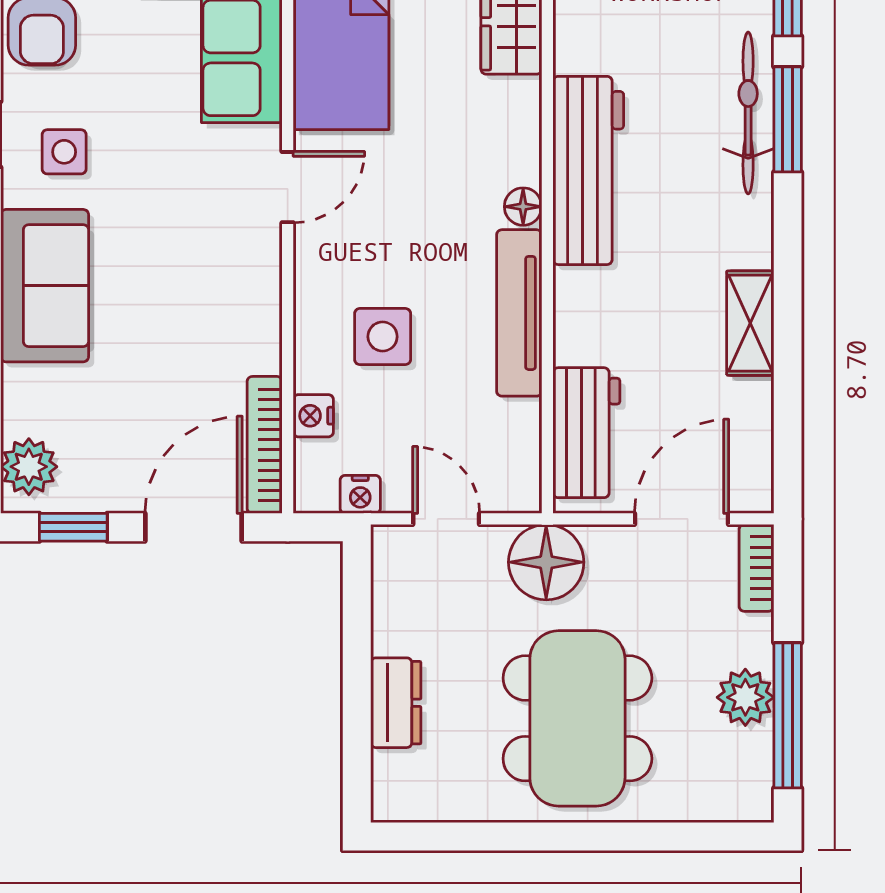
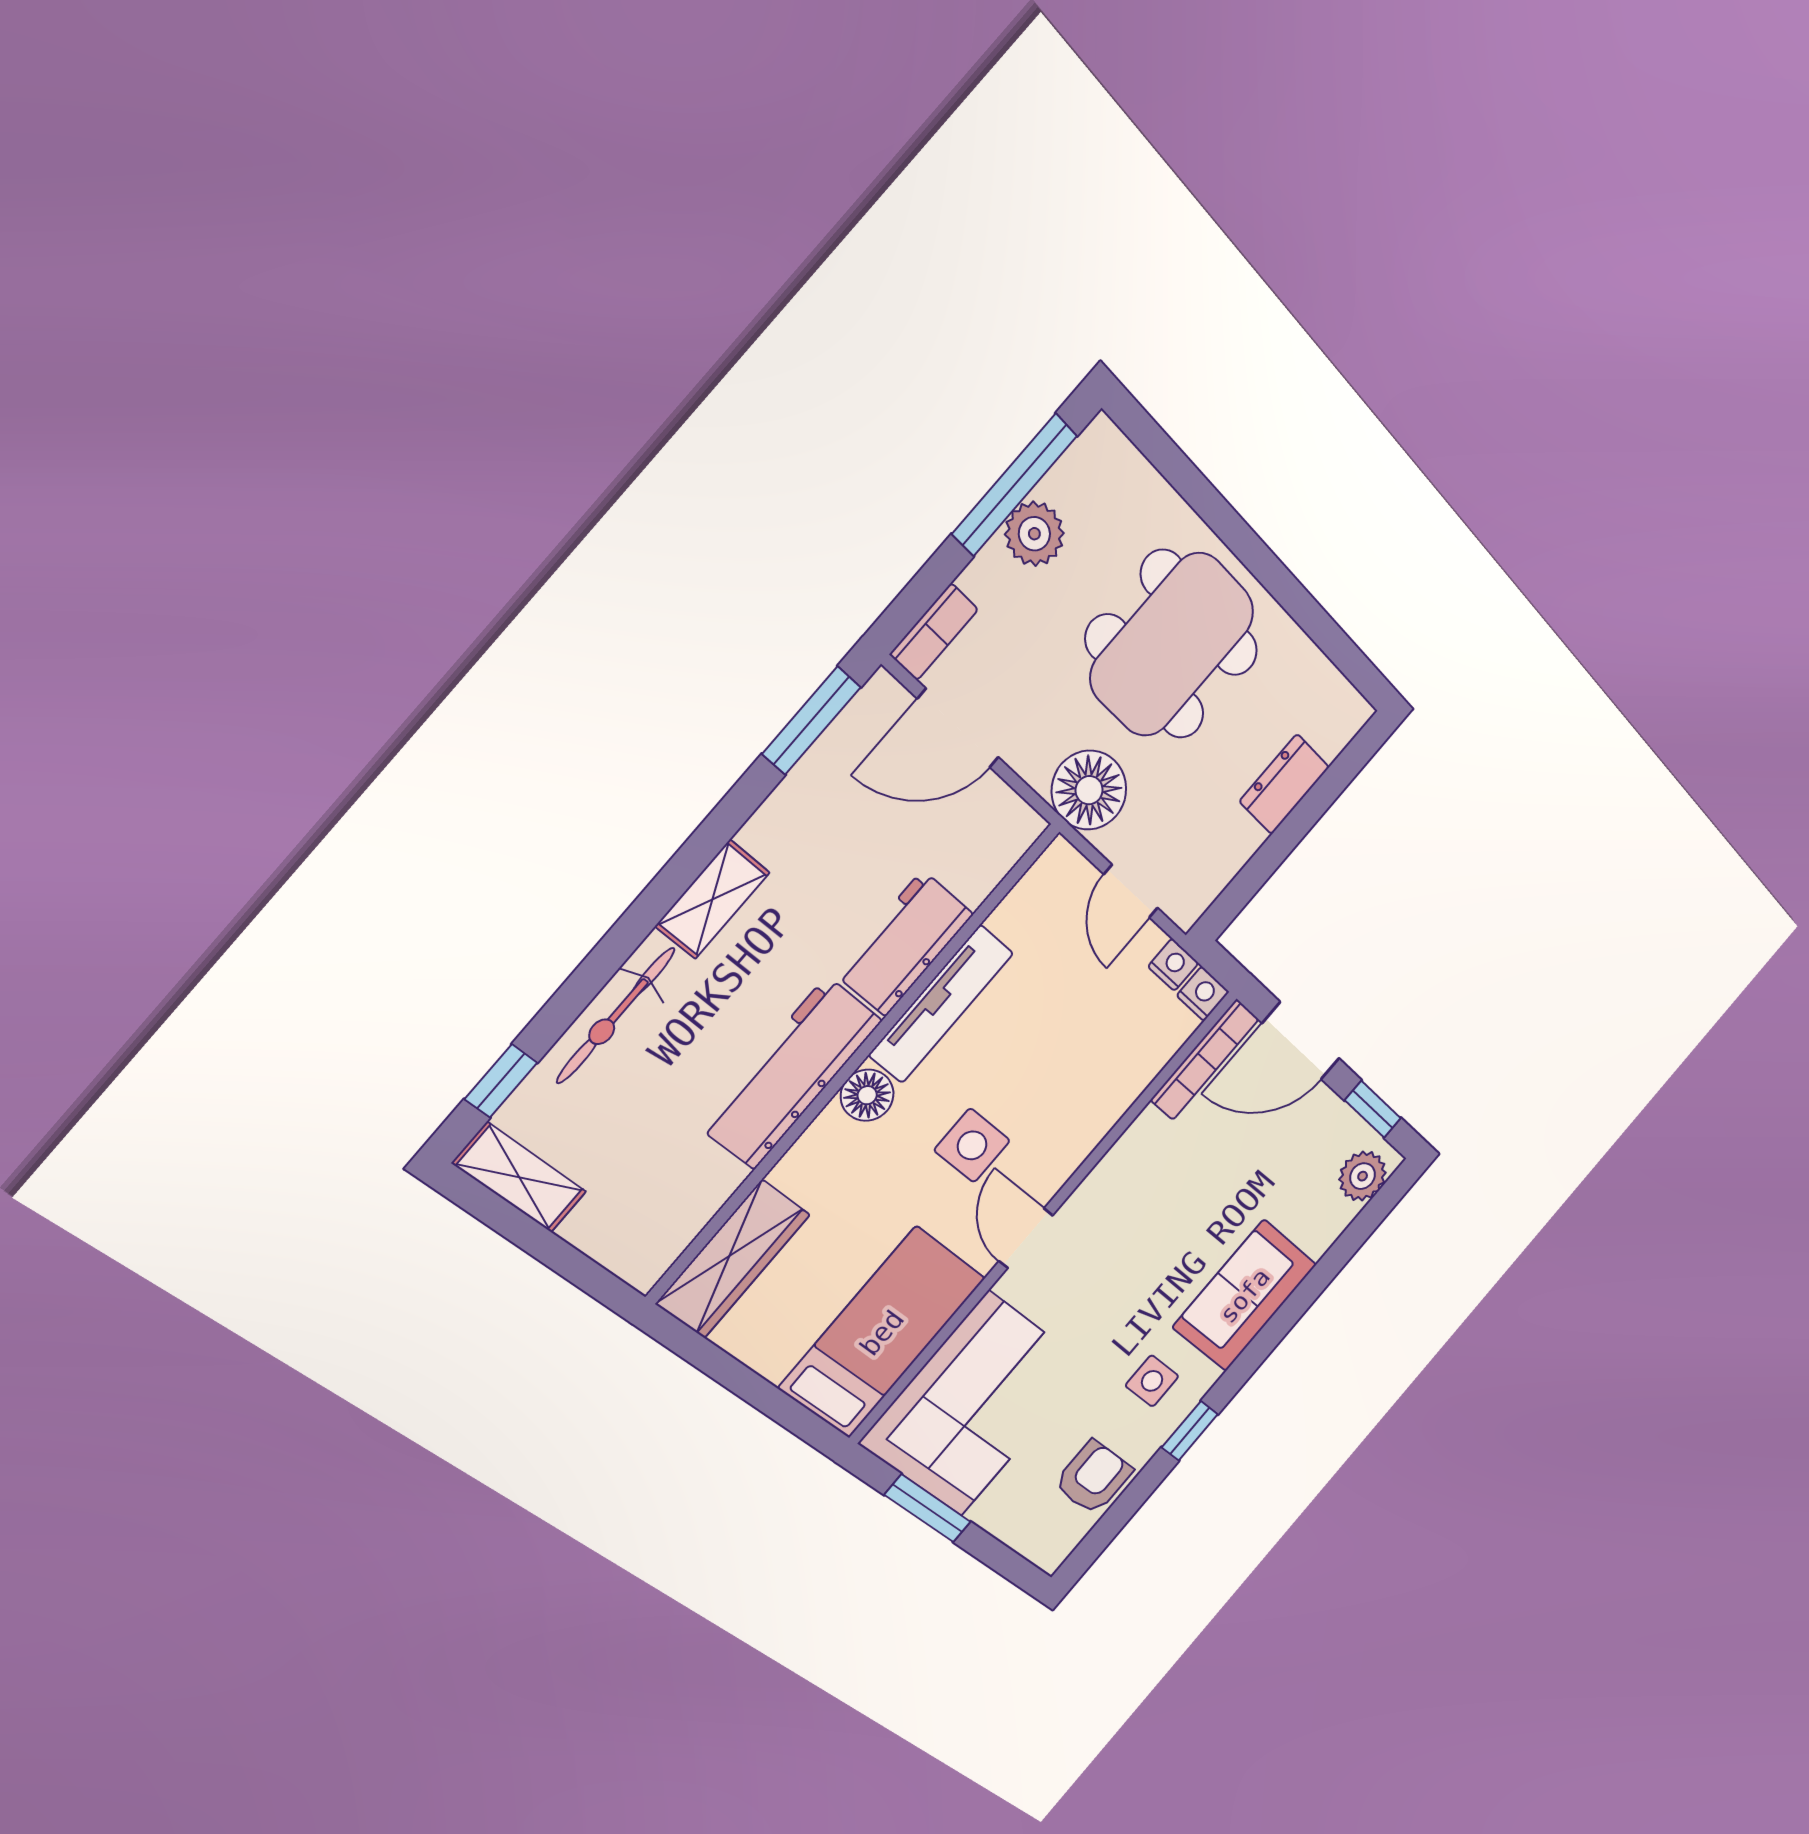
window: (788, 119) -> (811, 721), moved
door: (288, 187) -> (1026, 1238), hinge flipped
floor lamp: (523, 207) -> (867, 1095), width x1.37, depth x1.37
shelving: (750, 323) -> (713, 899), moved
side table: (383, 337) -> (972, 1145), moved
nightstand: (313, 416) -> (1203, 994), moved, turned -90
workbench: (586, 433) -> (904, 944), moved

